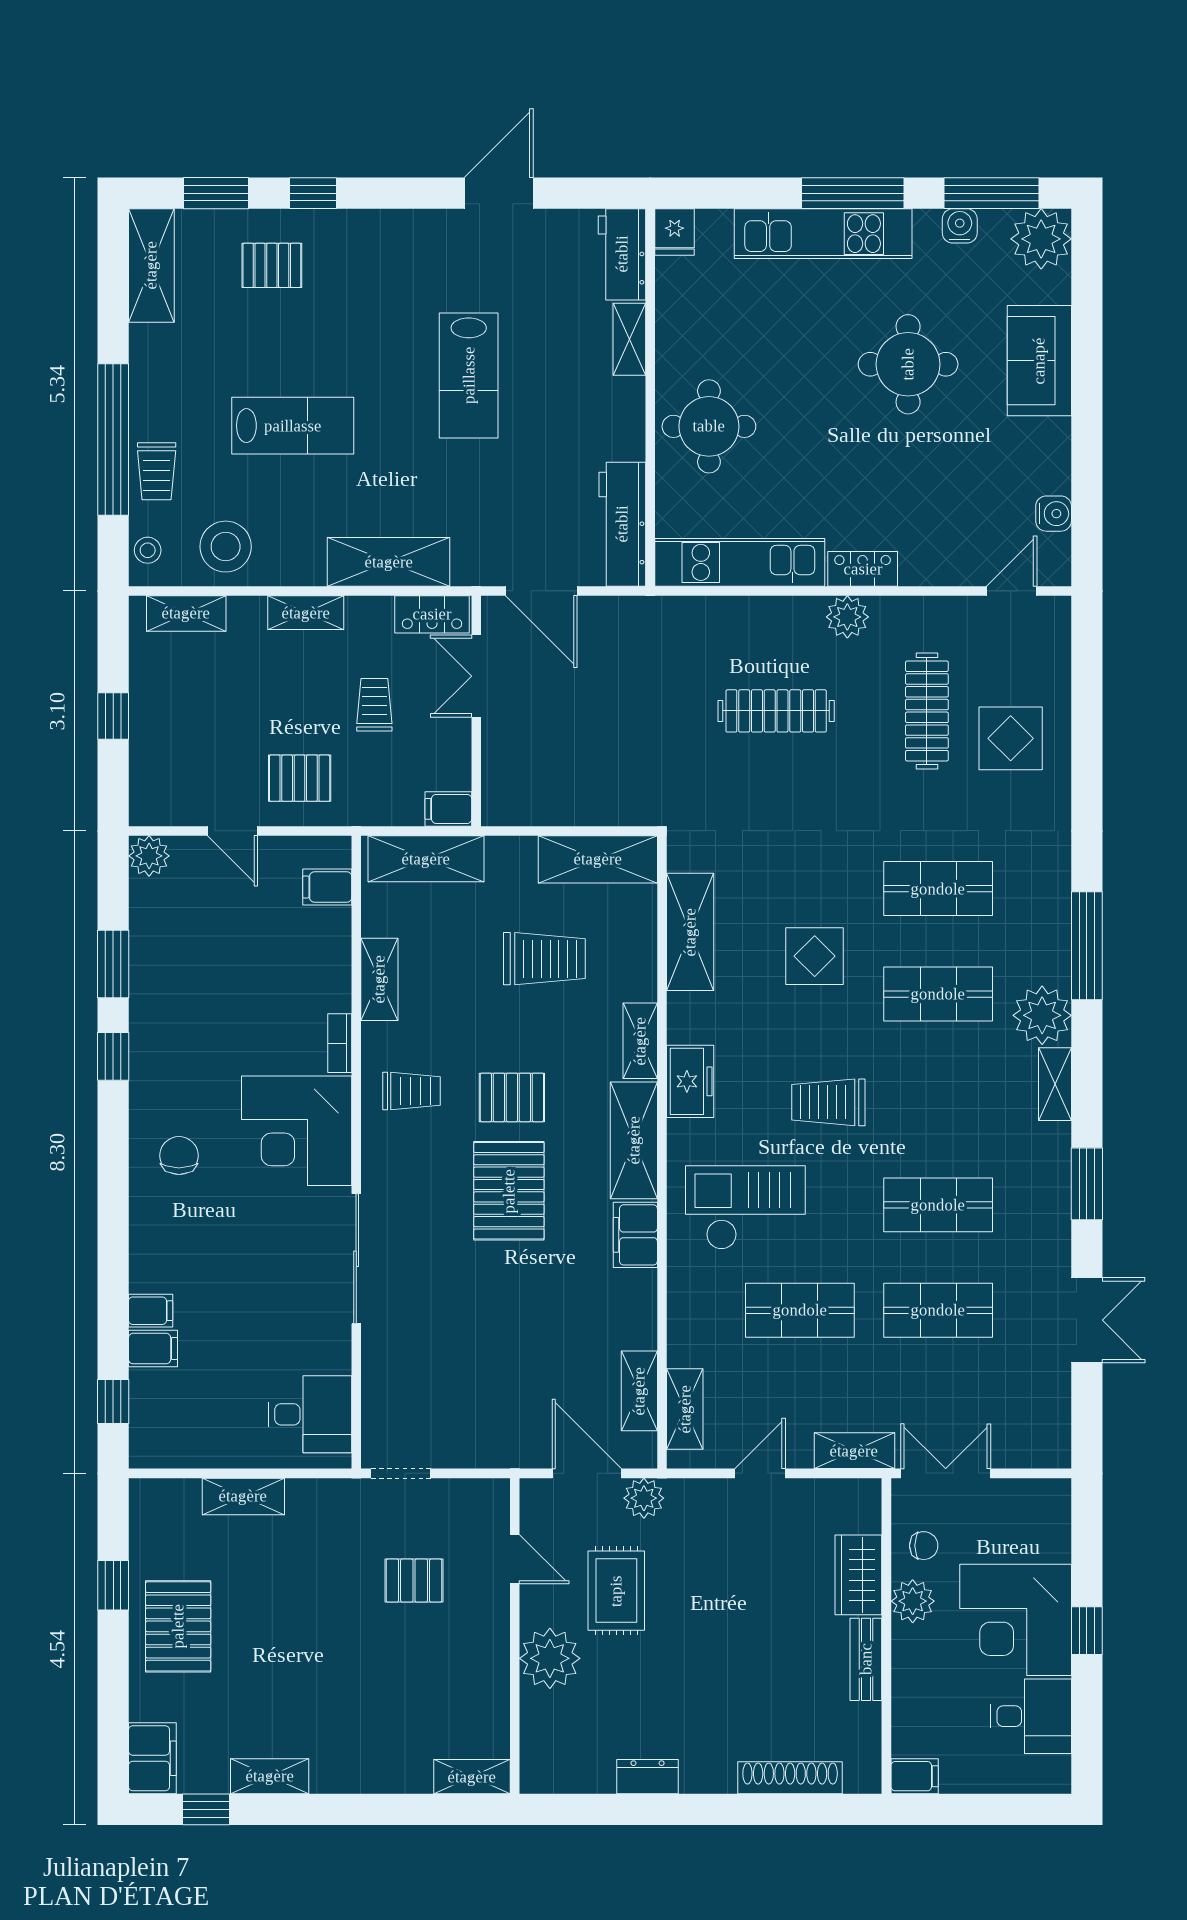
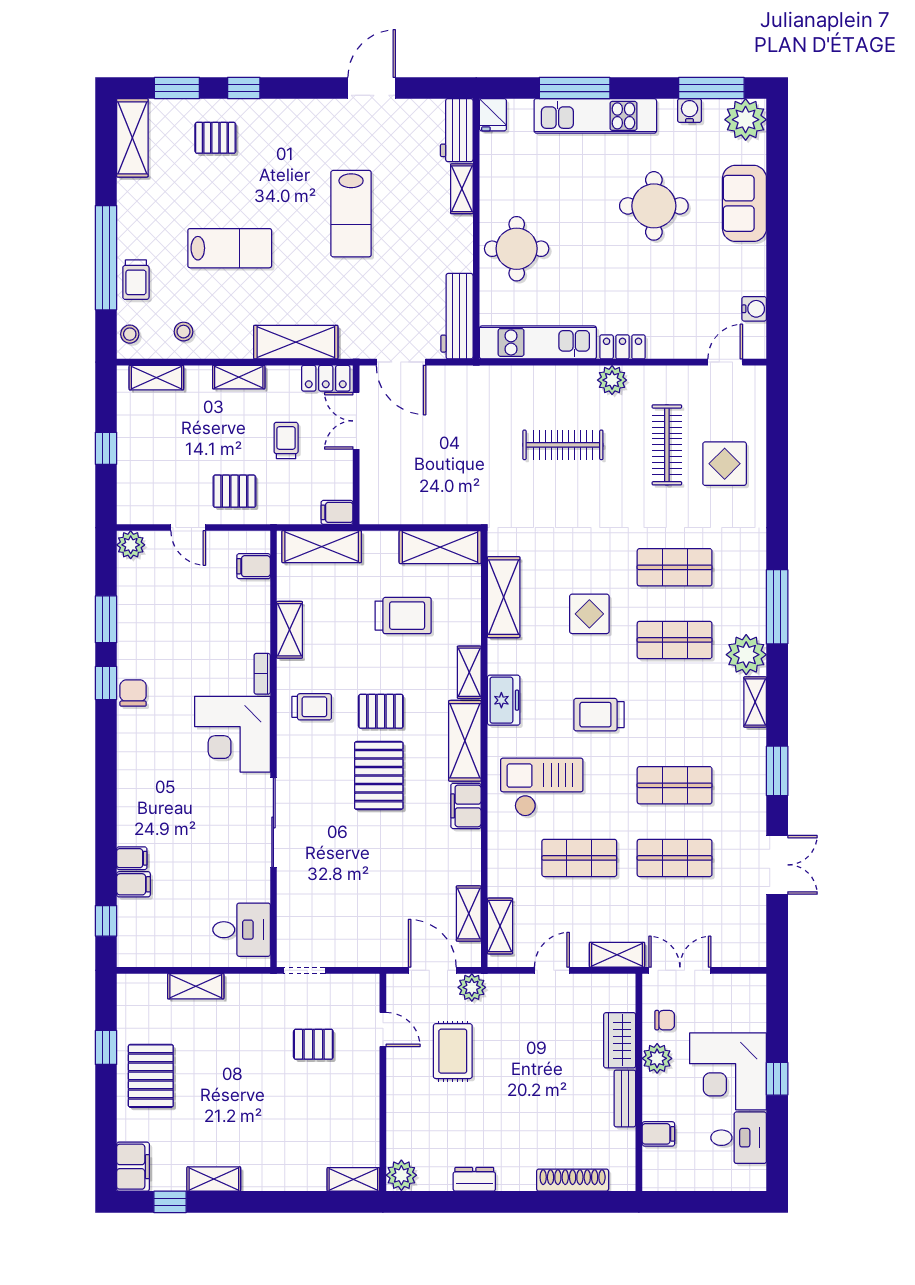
window: (853, 193) -> (575, 88), moved
stool: (226, 547) -> (184, 332), width x0.53, depth x0.53
chair: (179, 1156) -> (133, 693), moved
plant: (550, 1658) -> (401, 1175), moved, width x0.73, depth x0.73
filing cabinet: (915, 1776) -> (658, 1134), moved

